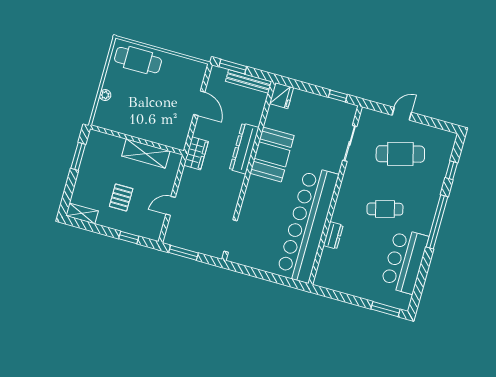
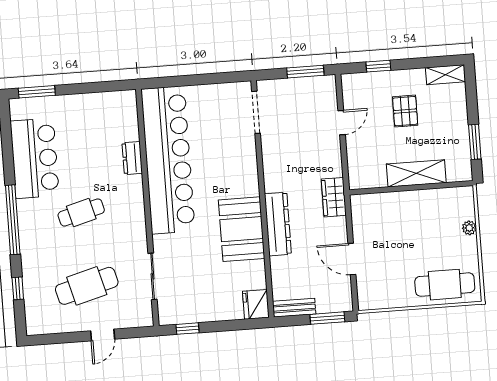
bench: (249, 81) -> (294, 308), width x0.73
shelving: (146, 154) -> (416, 173), moved

